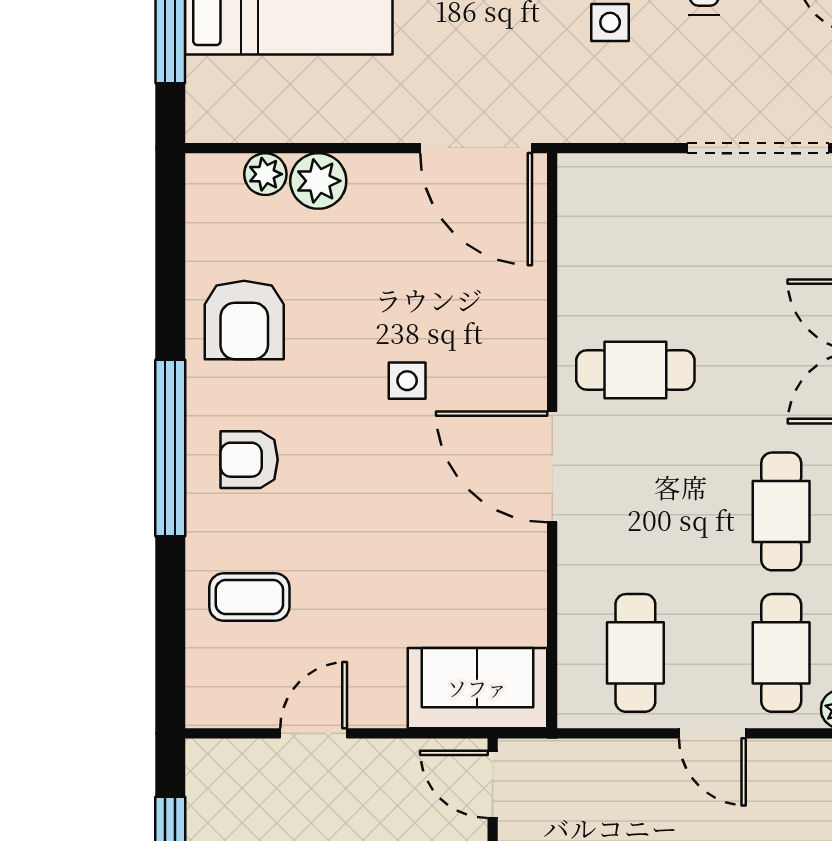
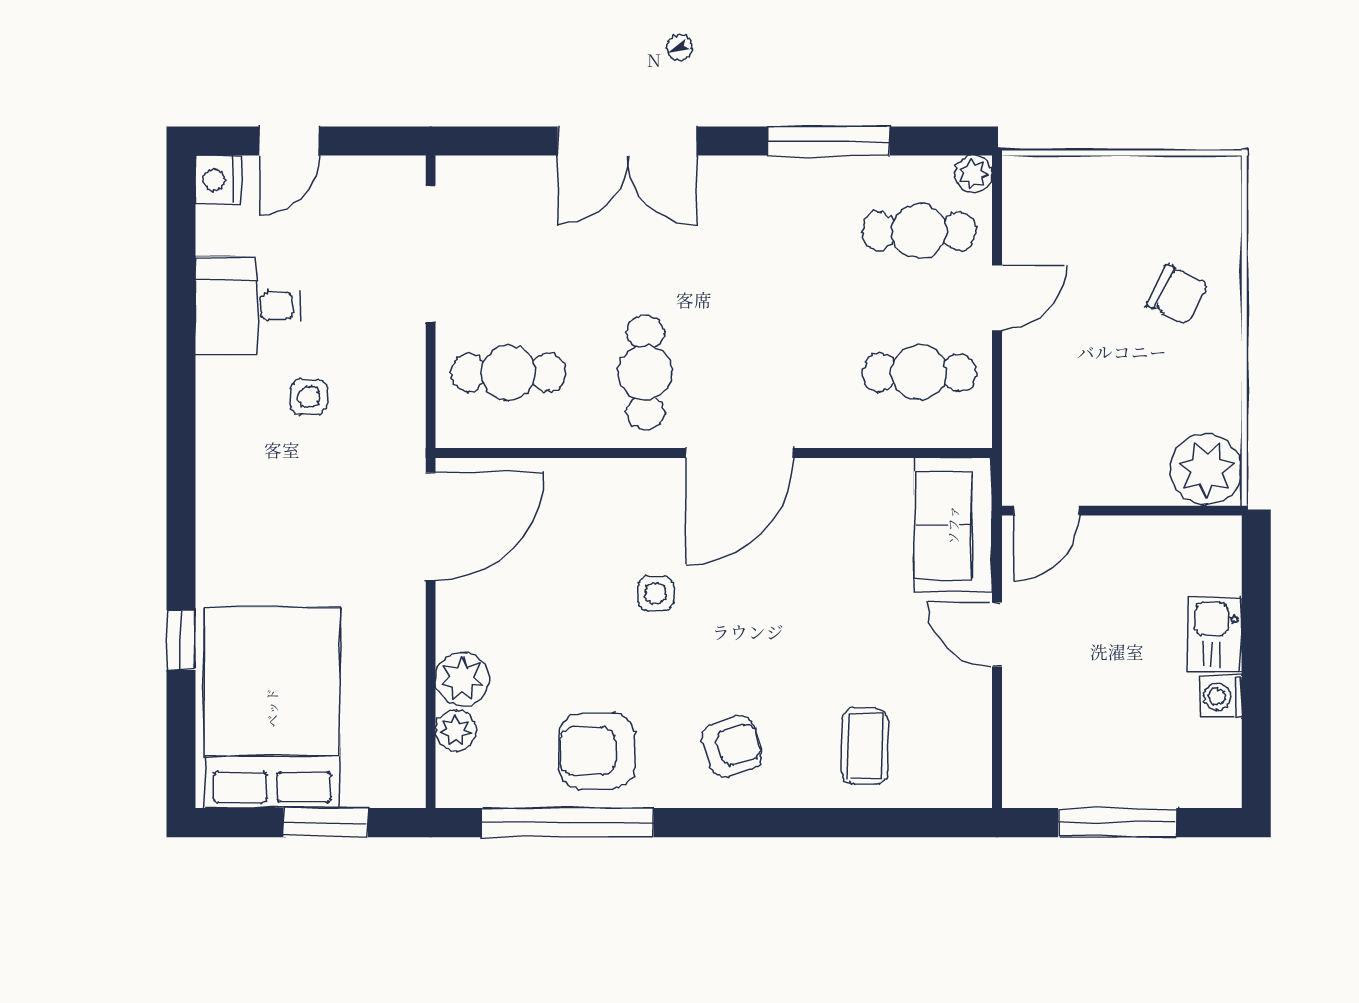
armchair: (244, 320) -> (597, 751), turned 180
window: (170, 448) -> (568, 823), moved
armchair: (249, 460) -> (732, 746), turned -107
cafe table: (781, 511) -> (508, 372), moved
door: (314, 733) -> (997, 635), moved

